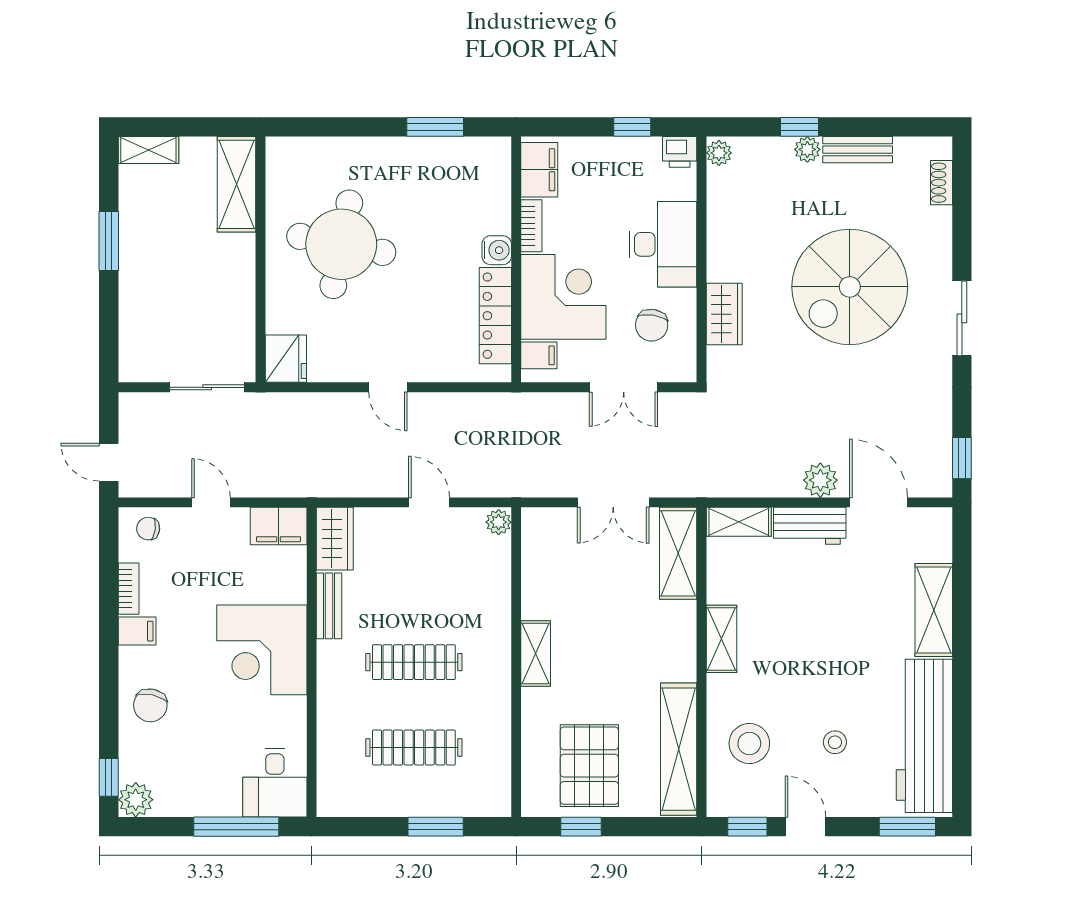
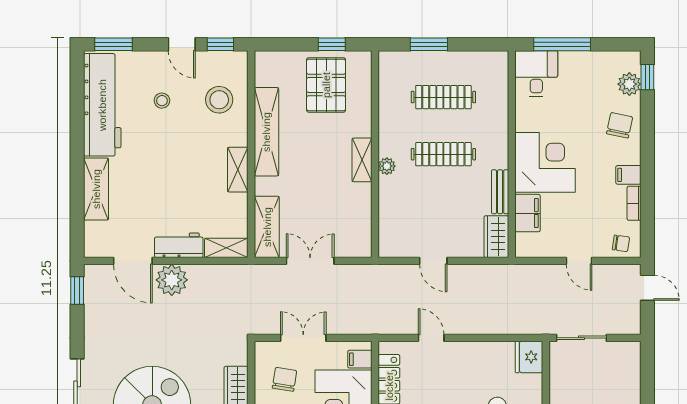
door: (388, 387) -> (431, 338), moved
plant: (820, 480) -> (172, 280), width x1.36, depth x1.36
plant: (499, 522) -> (387, 166), moved
filing cabinet: (279, 526) -> (528, 213), moved, turned 90
shelving: (679, 749) -> (266, 132), moved
plant: (136, 800) -> (629, 84), moved

